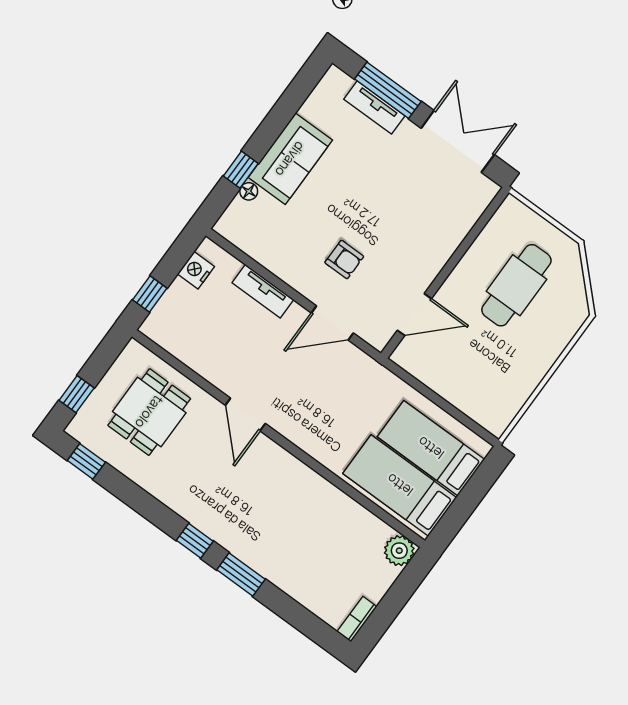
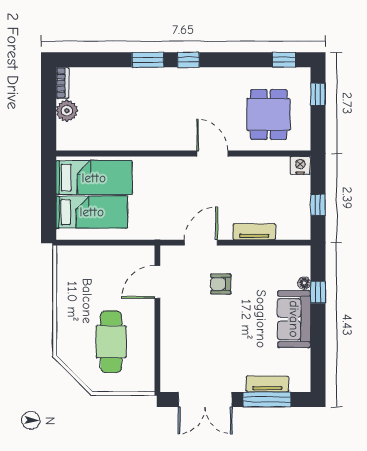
nightstand: (196, 270) -> (300, 165), moved, turned -90
window: (150, 294) -> (318, 205), moved
plant: (399, 551) -> (67, 111), moved

